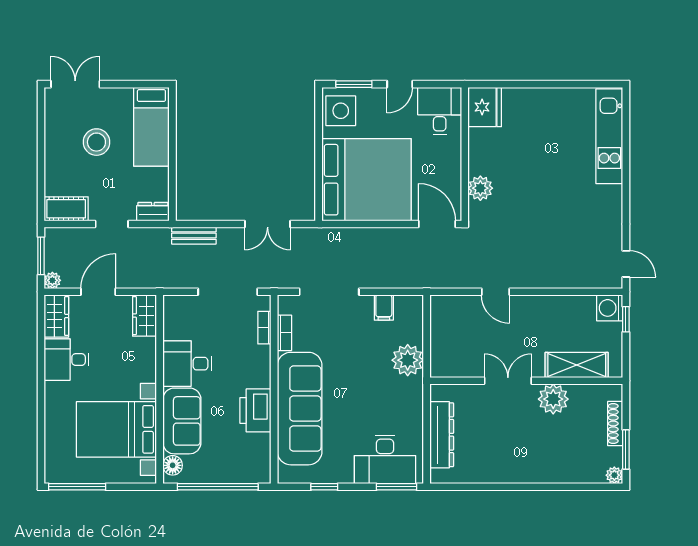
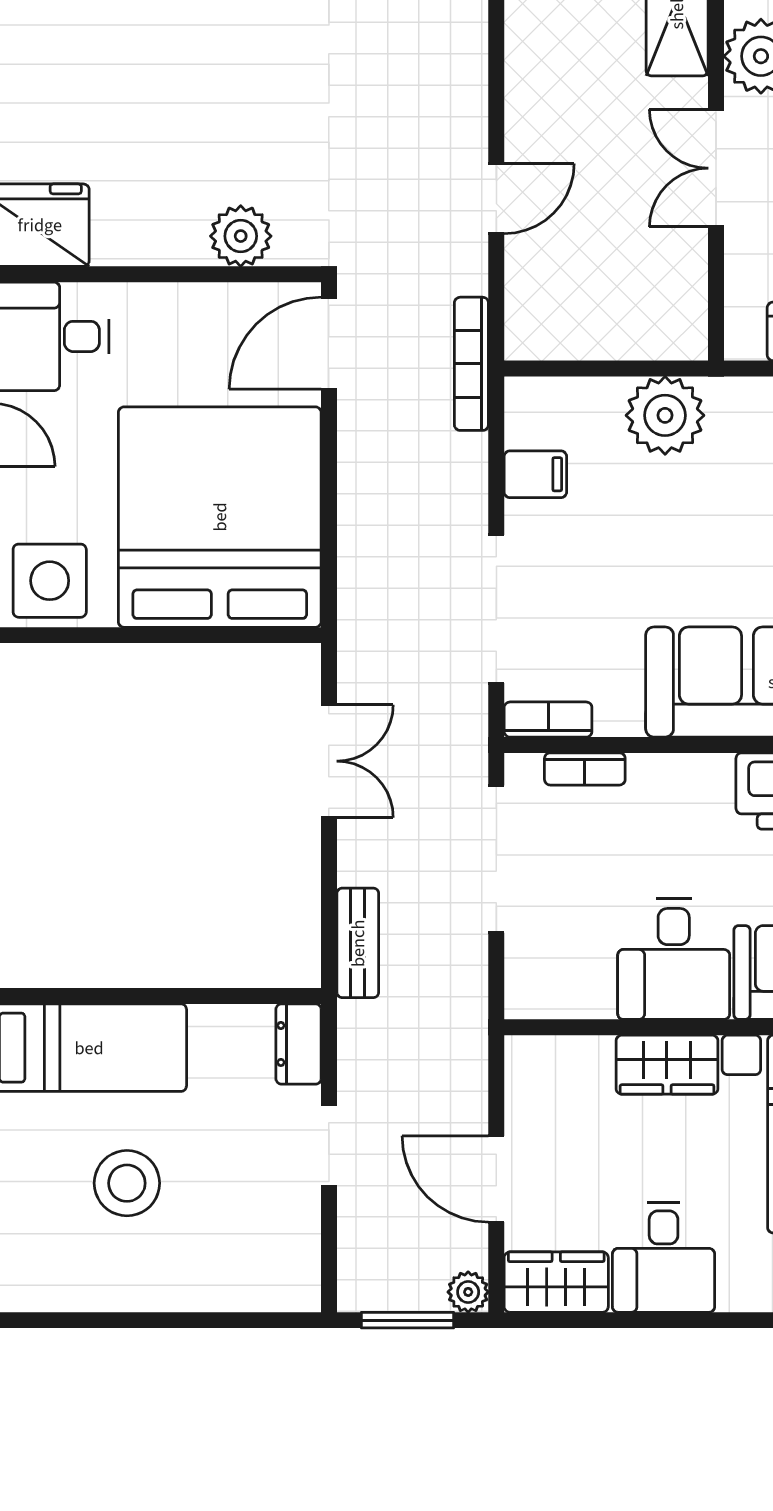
cot: (66, 209) -> (292, 1258), removed
bookcase: (429, 282) -> (471, 364), added
wardrobe: (145, 316) -> (667, 1065), moved
bookcase: (284, 333) -> (548, 720), moved

